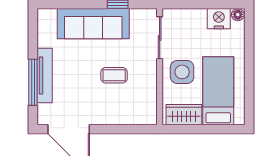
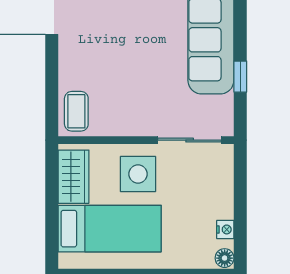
nightstand: (219, 19) -> (225, 229), width x0.53, depth x0.56
coffee table: (114, 75) -> (76, 111), moved

